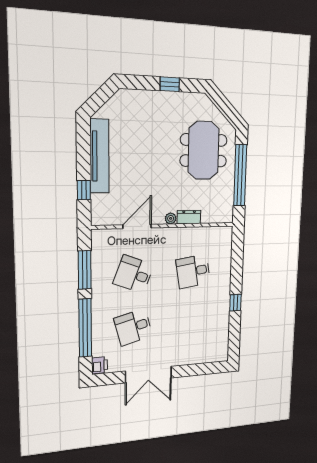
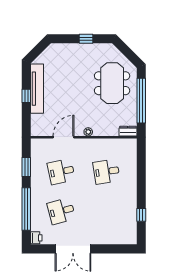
window: (84, 190) -> (26, 96), moved
dresser: (189, 217) -> (128, 131), moved
window: (85, 270) -> (26, 167), width x0.69
desk: (134, 274) -> (61, 172), turned -33
window: (235, 303) -> (141, 215), moved

